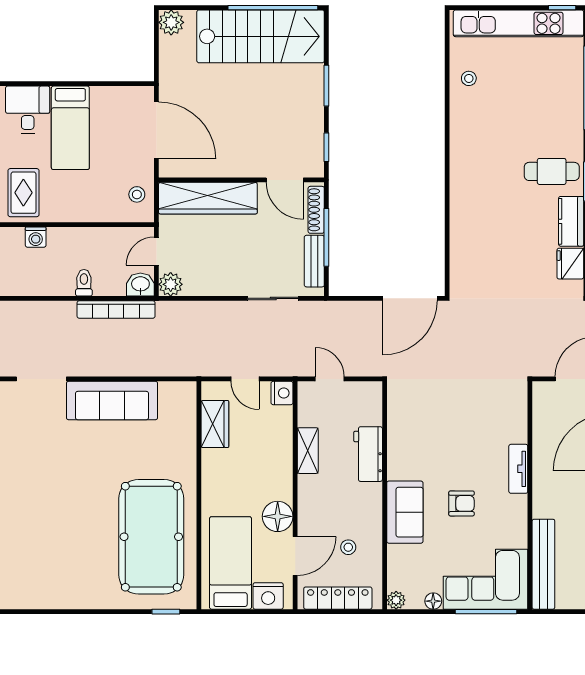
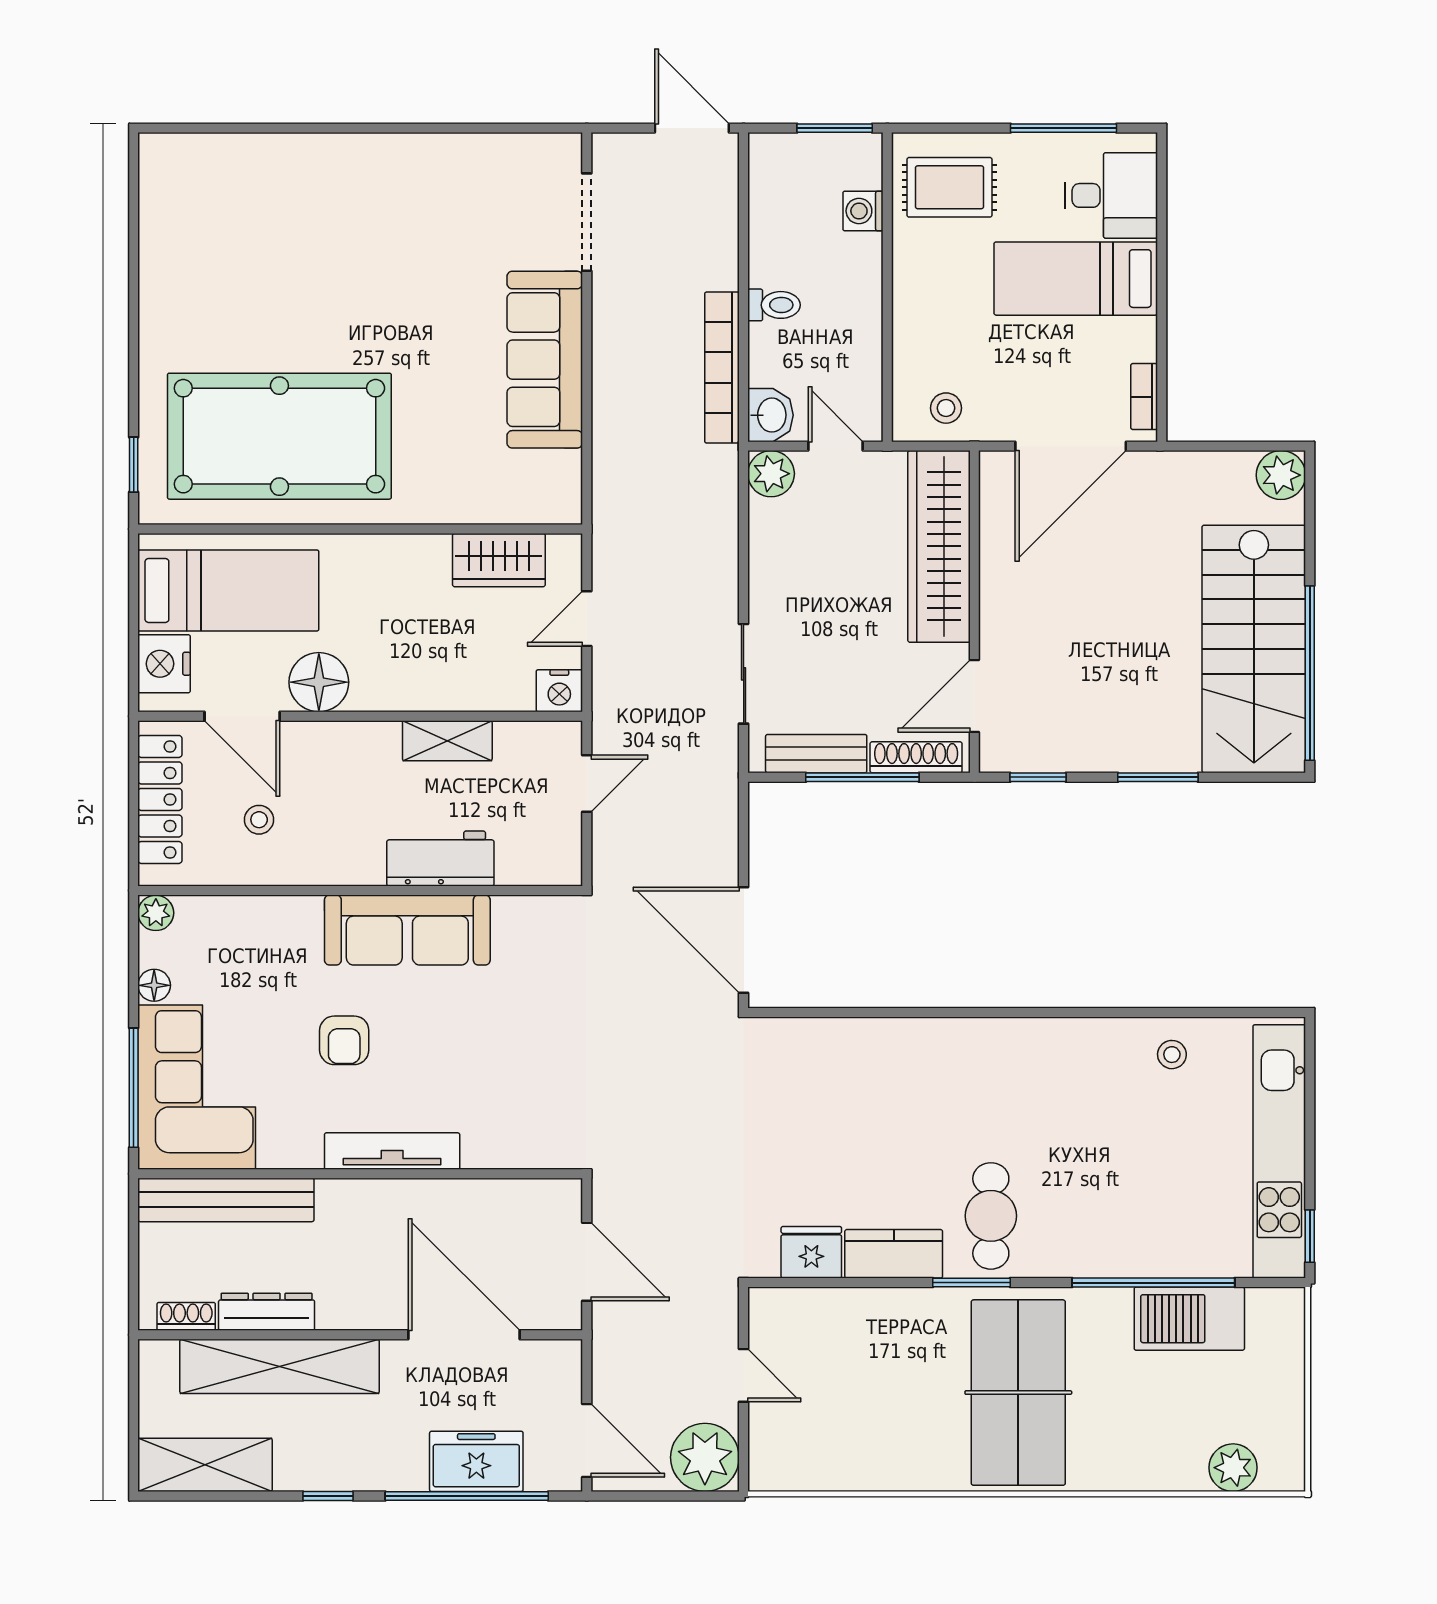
bookcase: (131, 93) -> (1144, 397), added
tv unit: (518, 469) -> (392, 1151), width x1.41
sofa: (405, 512) -> (407, 930), moved, width x1.36

